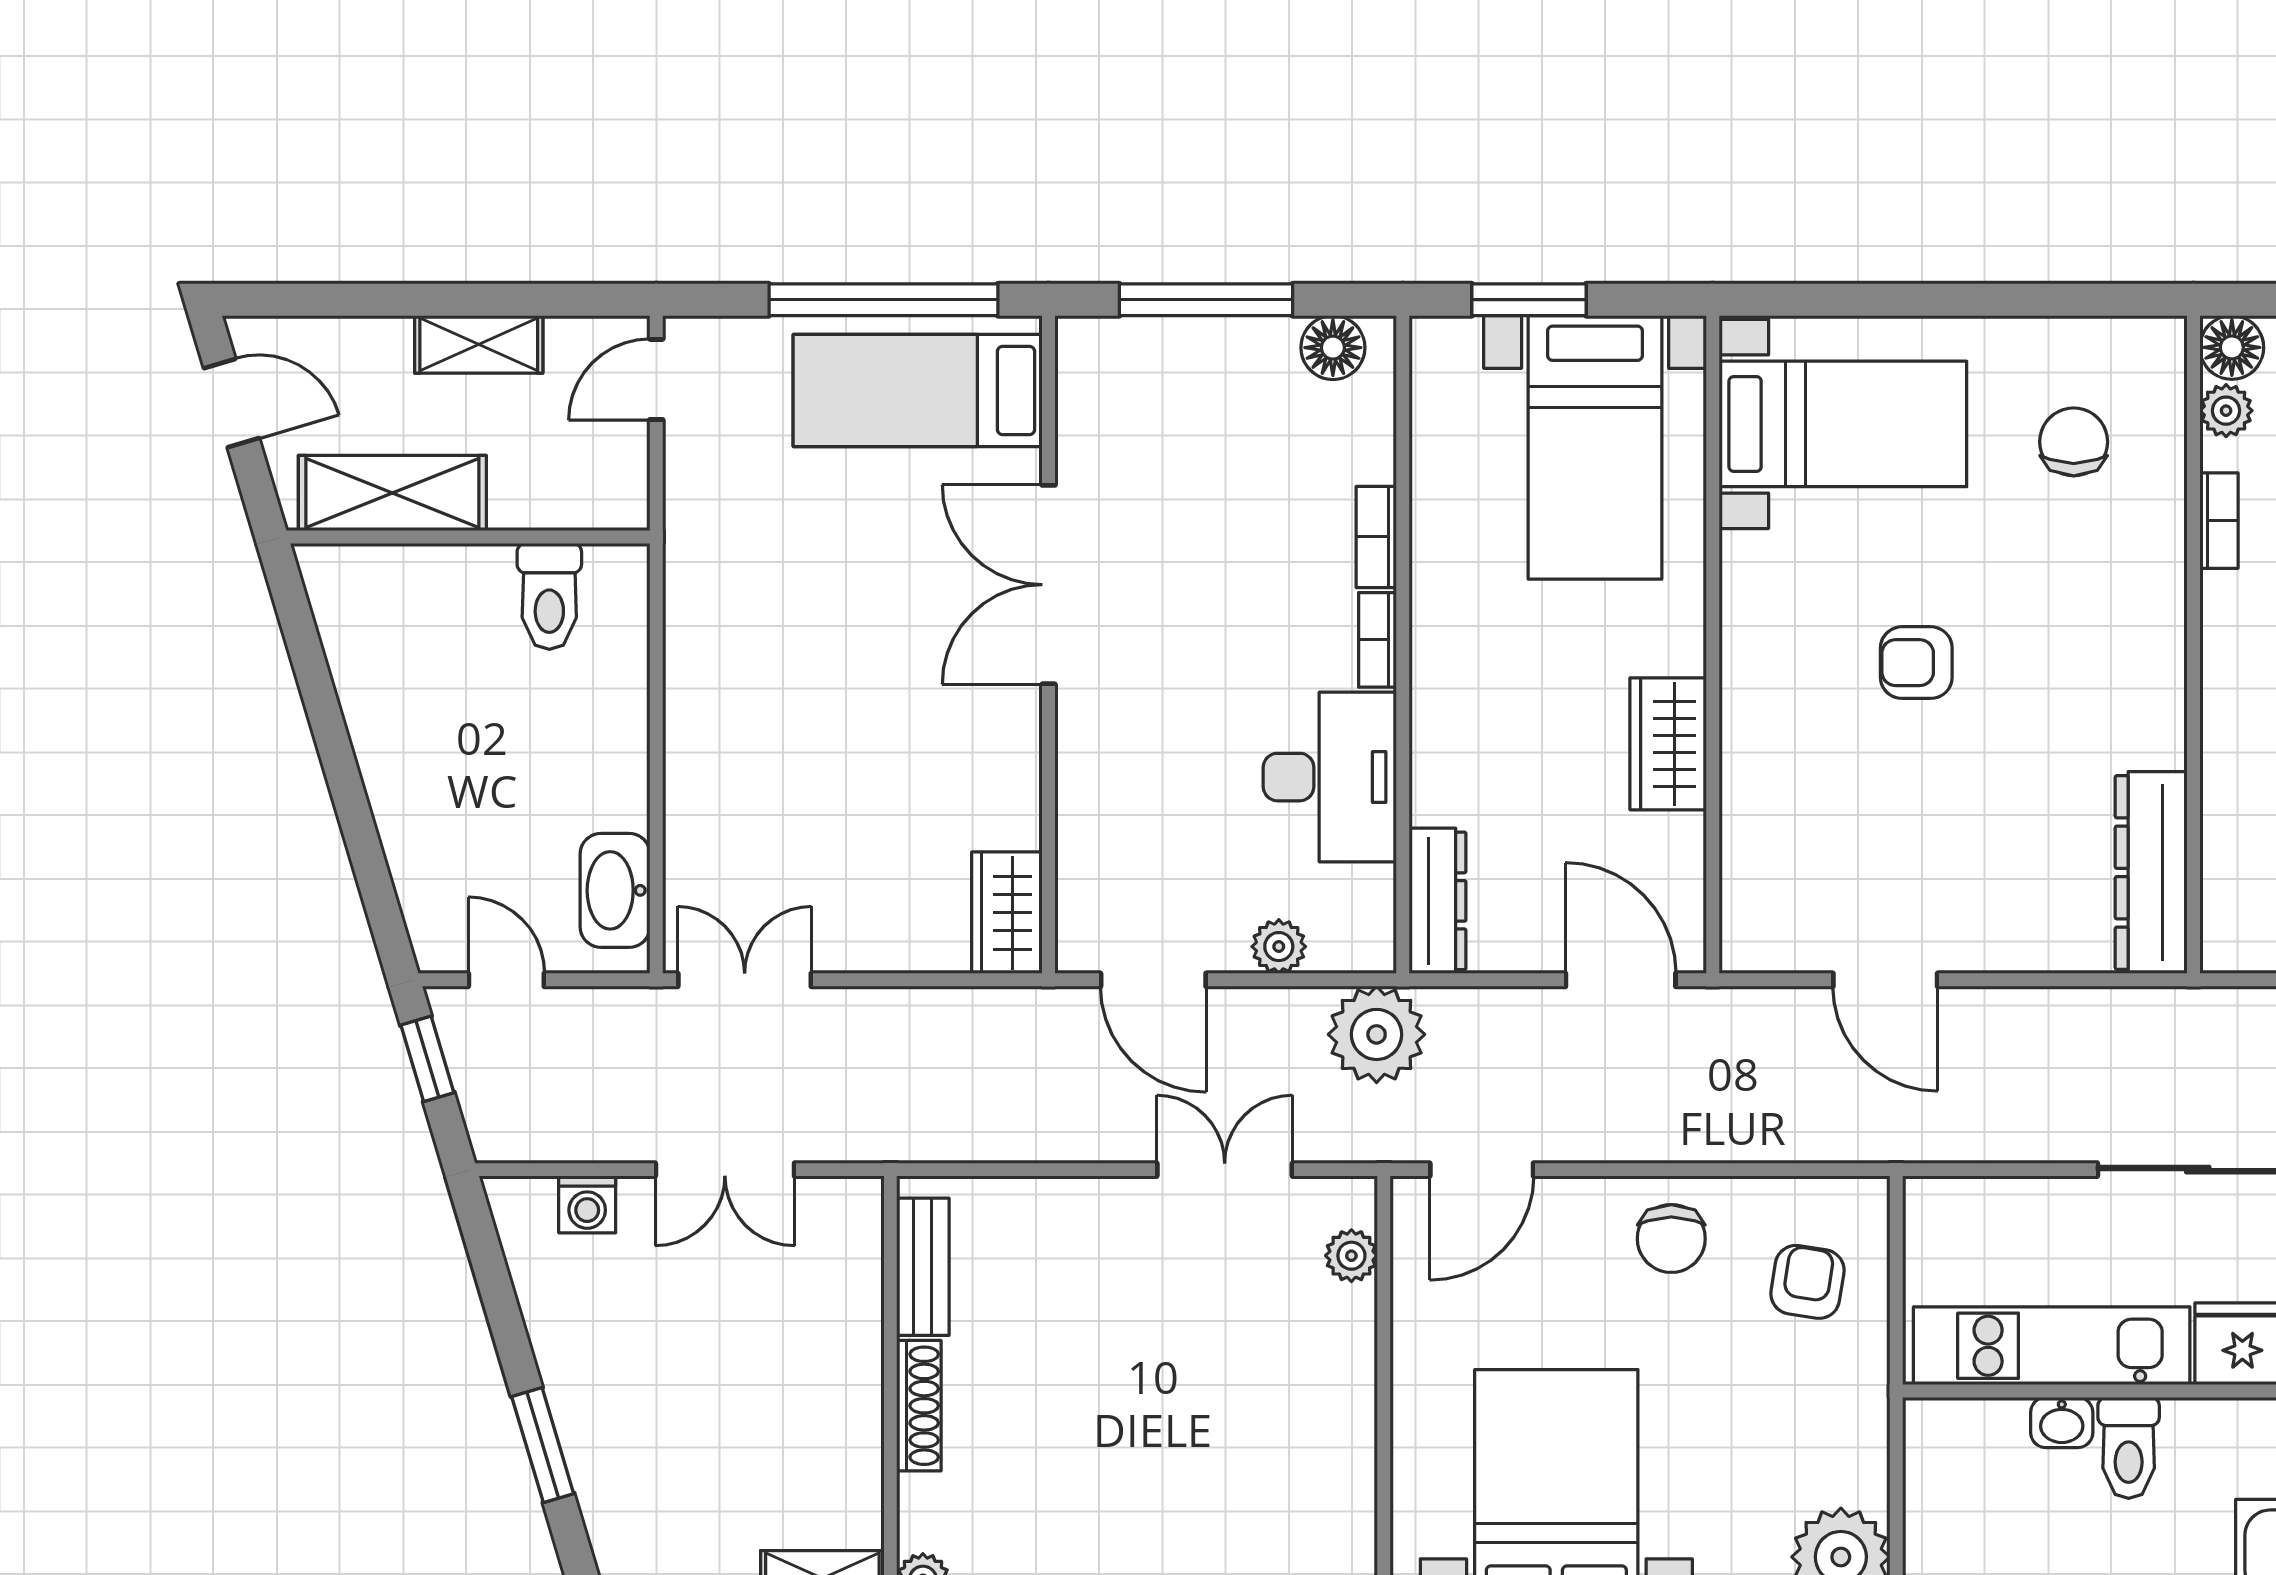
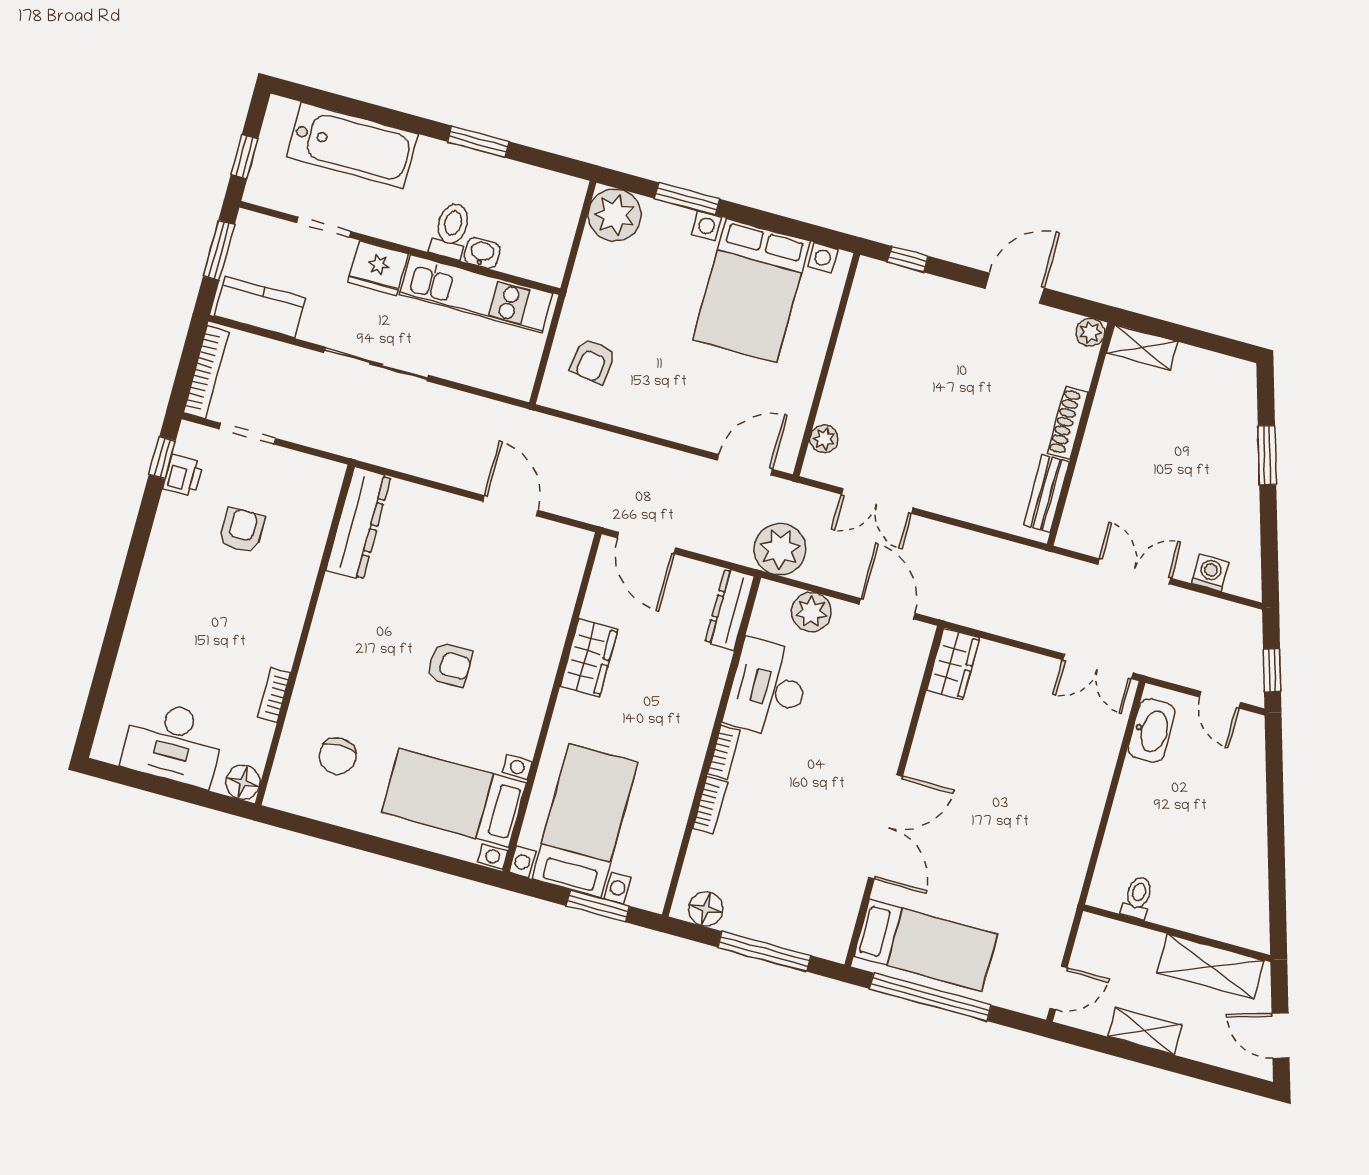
plant: (2226, 411) -> (255, 751), removed
toilet: (549, 596) -> (1138, 898), width x0.73, depth x0.72
plant: (1279, 947) -> (811, 612), width x1.38, depth x1.38
chair: (1671, 1239) -> (657, 403), removed

